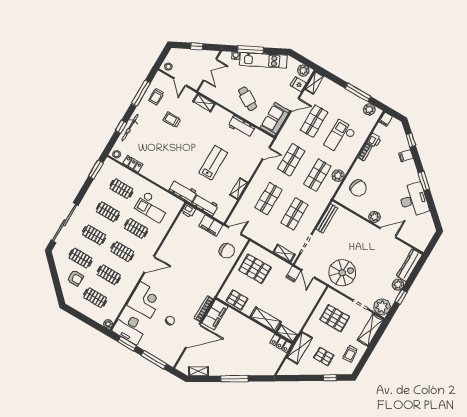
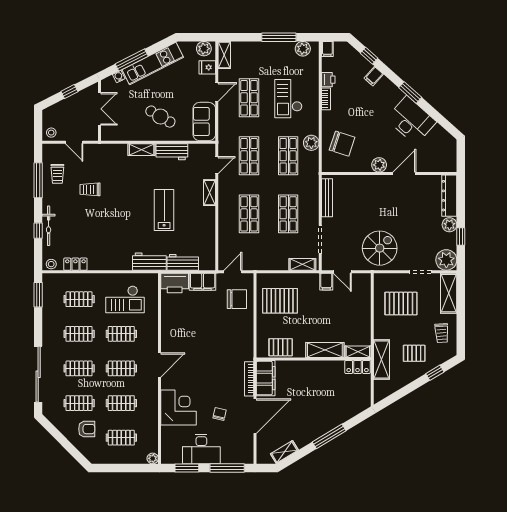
shelving: (204, 103) -> (142, 150), moved
shelving: (239, 189) -> (210, 193), moved
printer: (189, 211) -> (175, 283), width x1.87, depth x1.48
desk: (130, 328) -> (201, 449), moved

